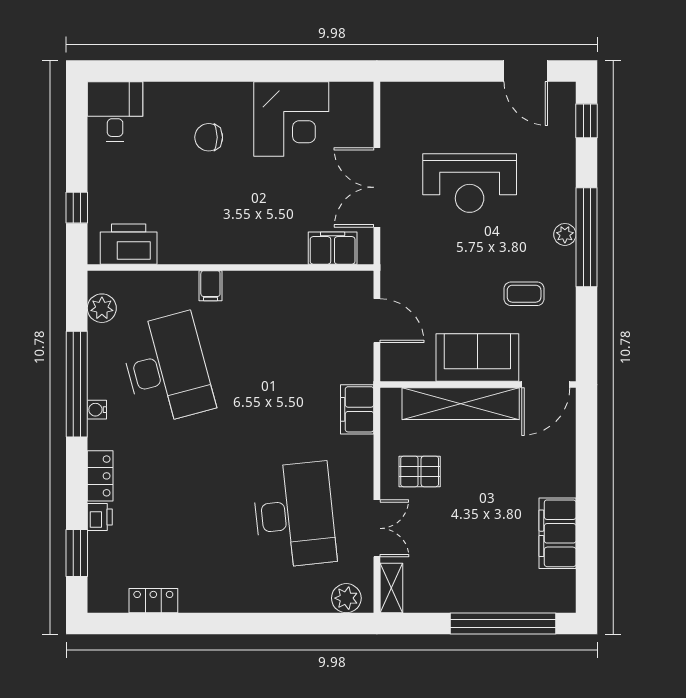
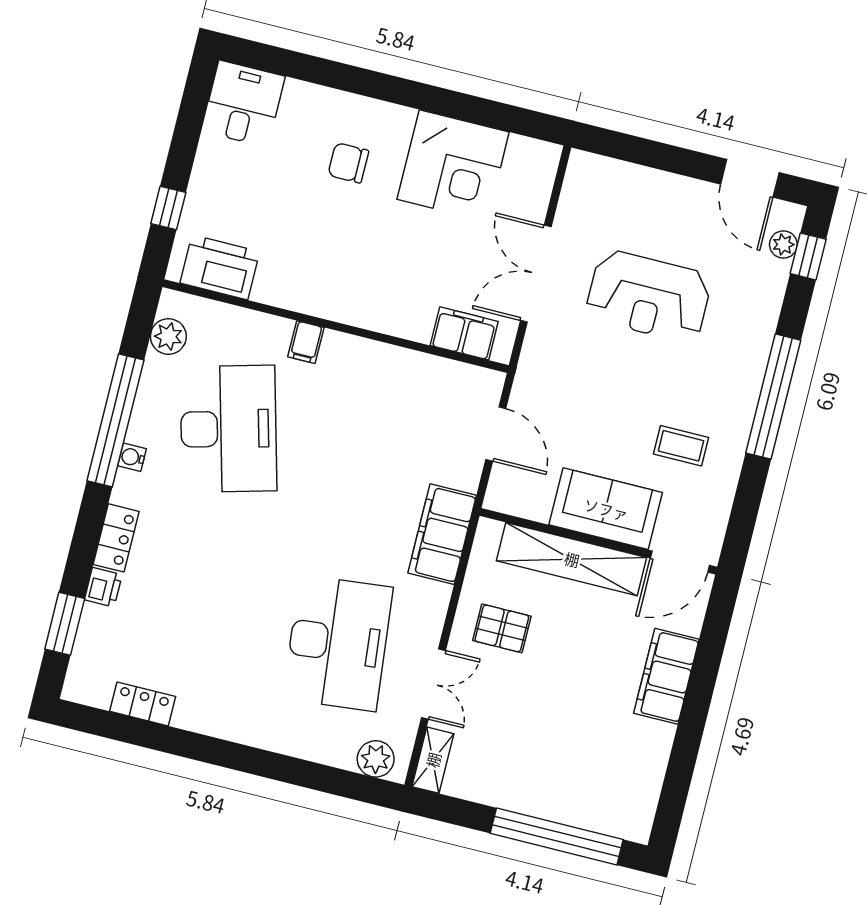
plant: (565, 234) -> (783, 244), moved
filing cabinet: (357, 409) -> (442, 534), width x1.50, depth x1.17
filing cabinet: (558, 533) -> (666, 676), moved

